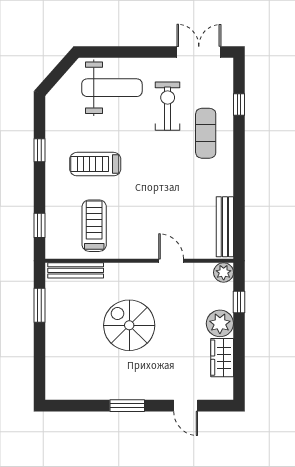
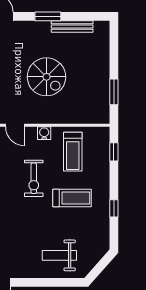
weight bench: (112, 88) -> (59, 255), width x0.73, depth x0.75
exercise bike: (168, 106) -> (34, 178), moved
water cooler: (132, 250) -> (44, 133), added
bench: (76, 270) -> (72, 26), moved

